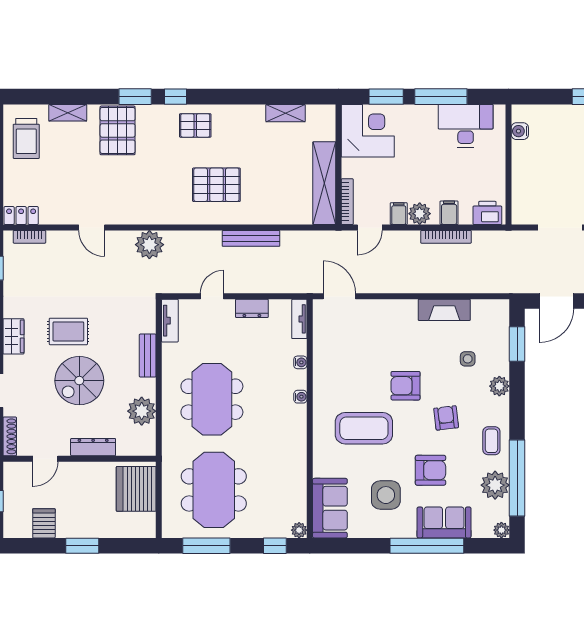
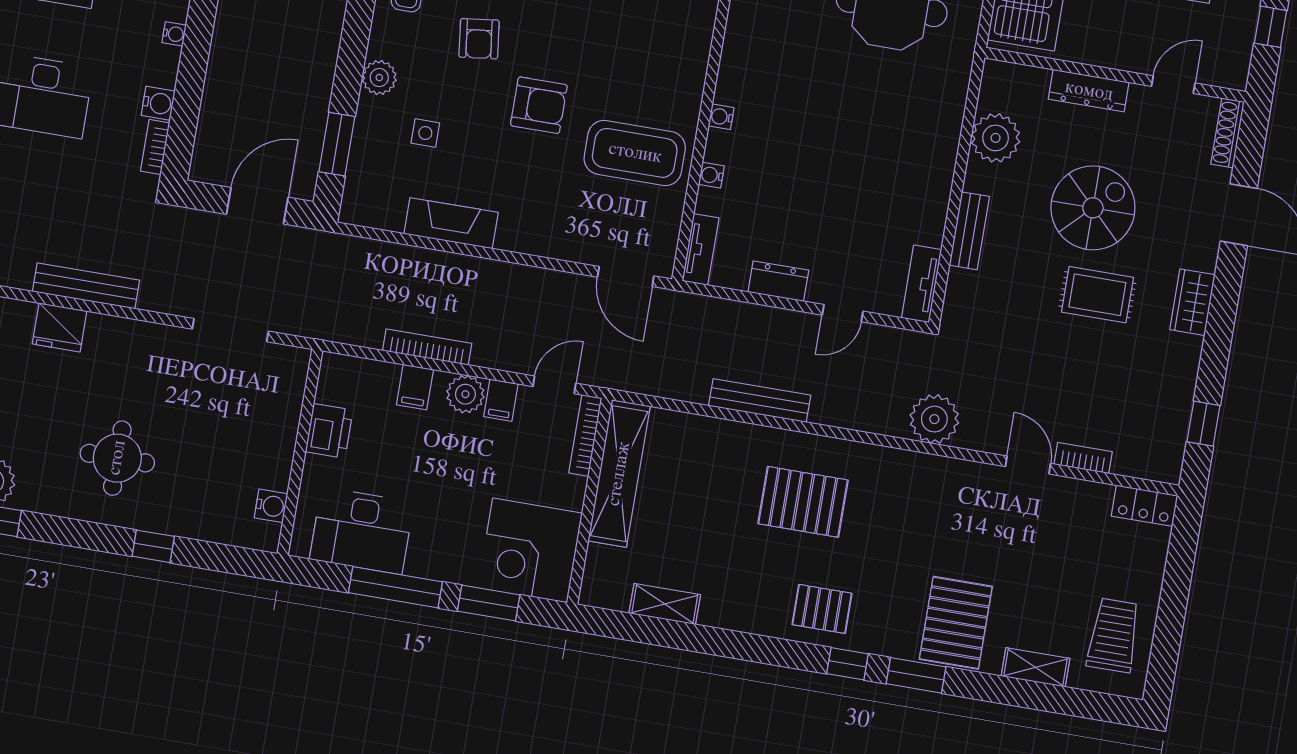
printer: (487, 213) -> (329, 431), moved, turned -90
bookcase: (29, 237) -> (1083, 458), moved
meeting table: (212, 399) -> (872, 138), removed
coffee table: (364, 428) -> (635, 153), moved

